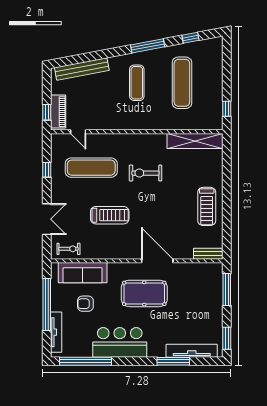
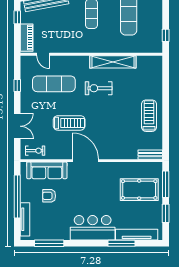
window: (47, 112) -> (17, 17), moved
shelving: (195, 141) -> (113, 62), moved
treadmill: (207, 206) -> (149, 116), turned 180
door: (157, 261) -> (85, 161), moved
pool table: (144, 293) -> (139, 190), moved
window: (227, 338) -> (166, 213), moved
bar counter: (120, 342) -> (93, 228), moved
window: (85, 361) -> (49, 243), width x0.68

